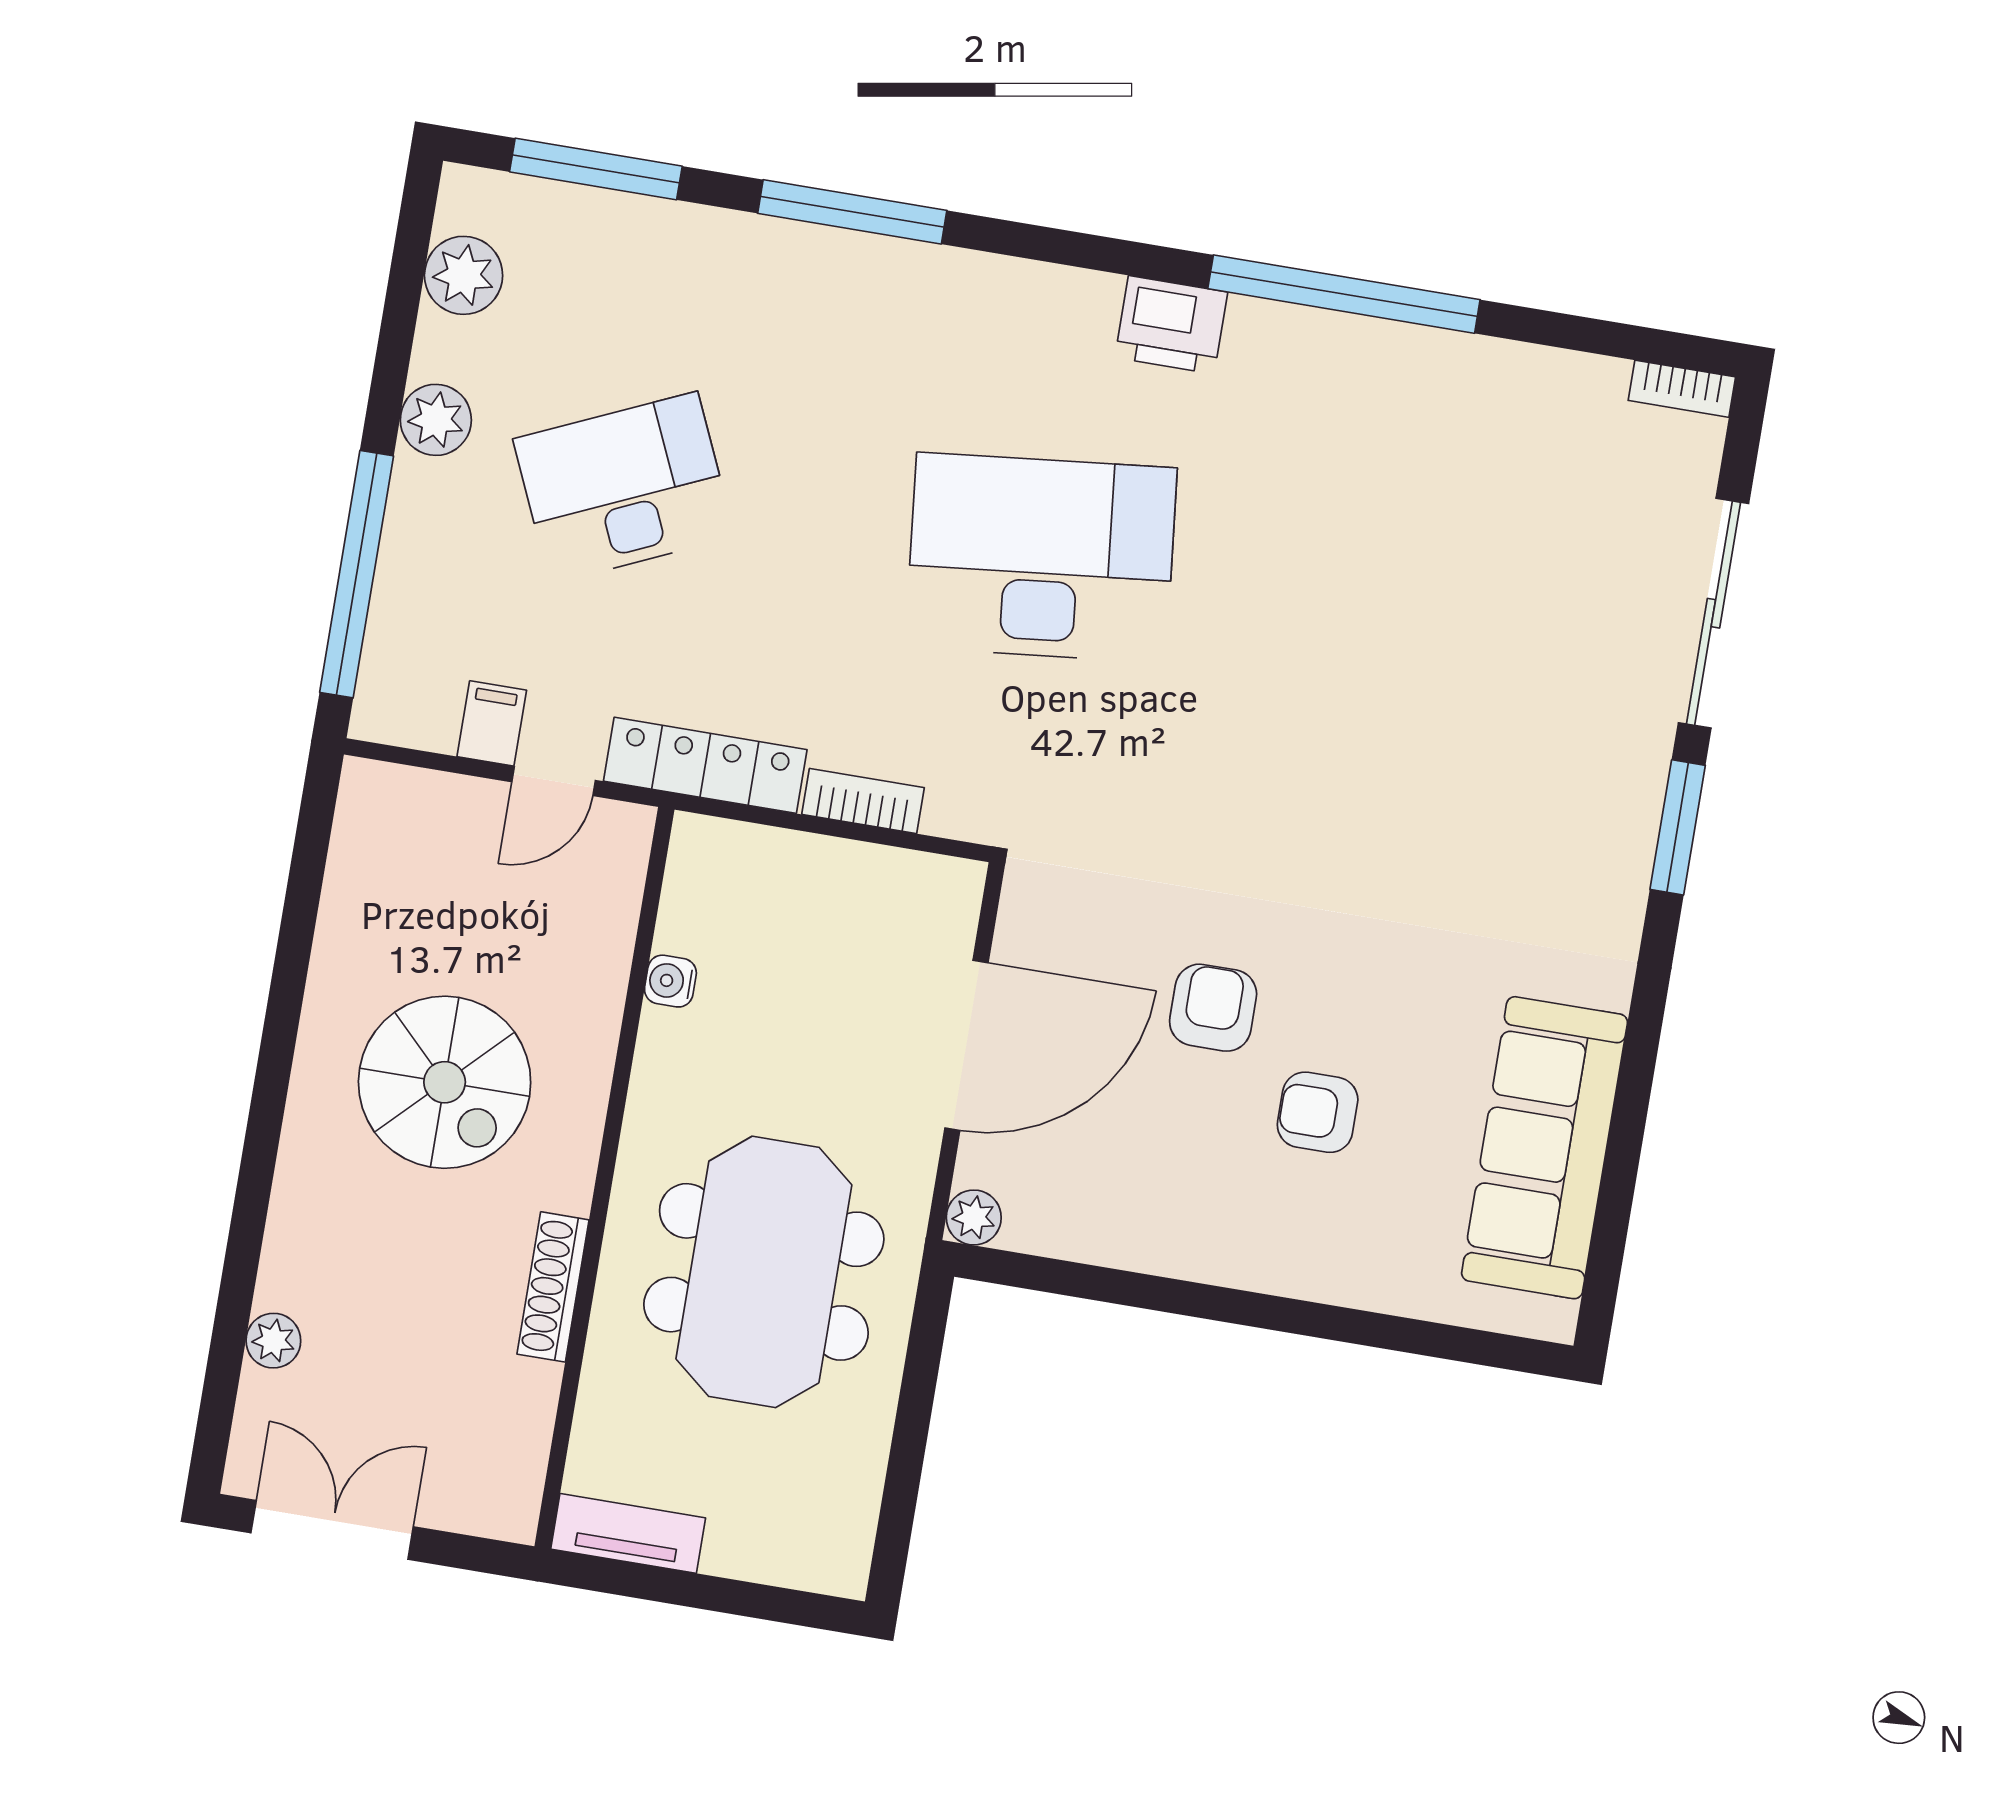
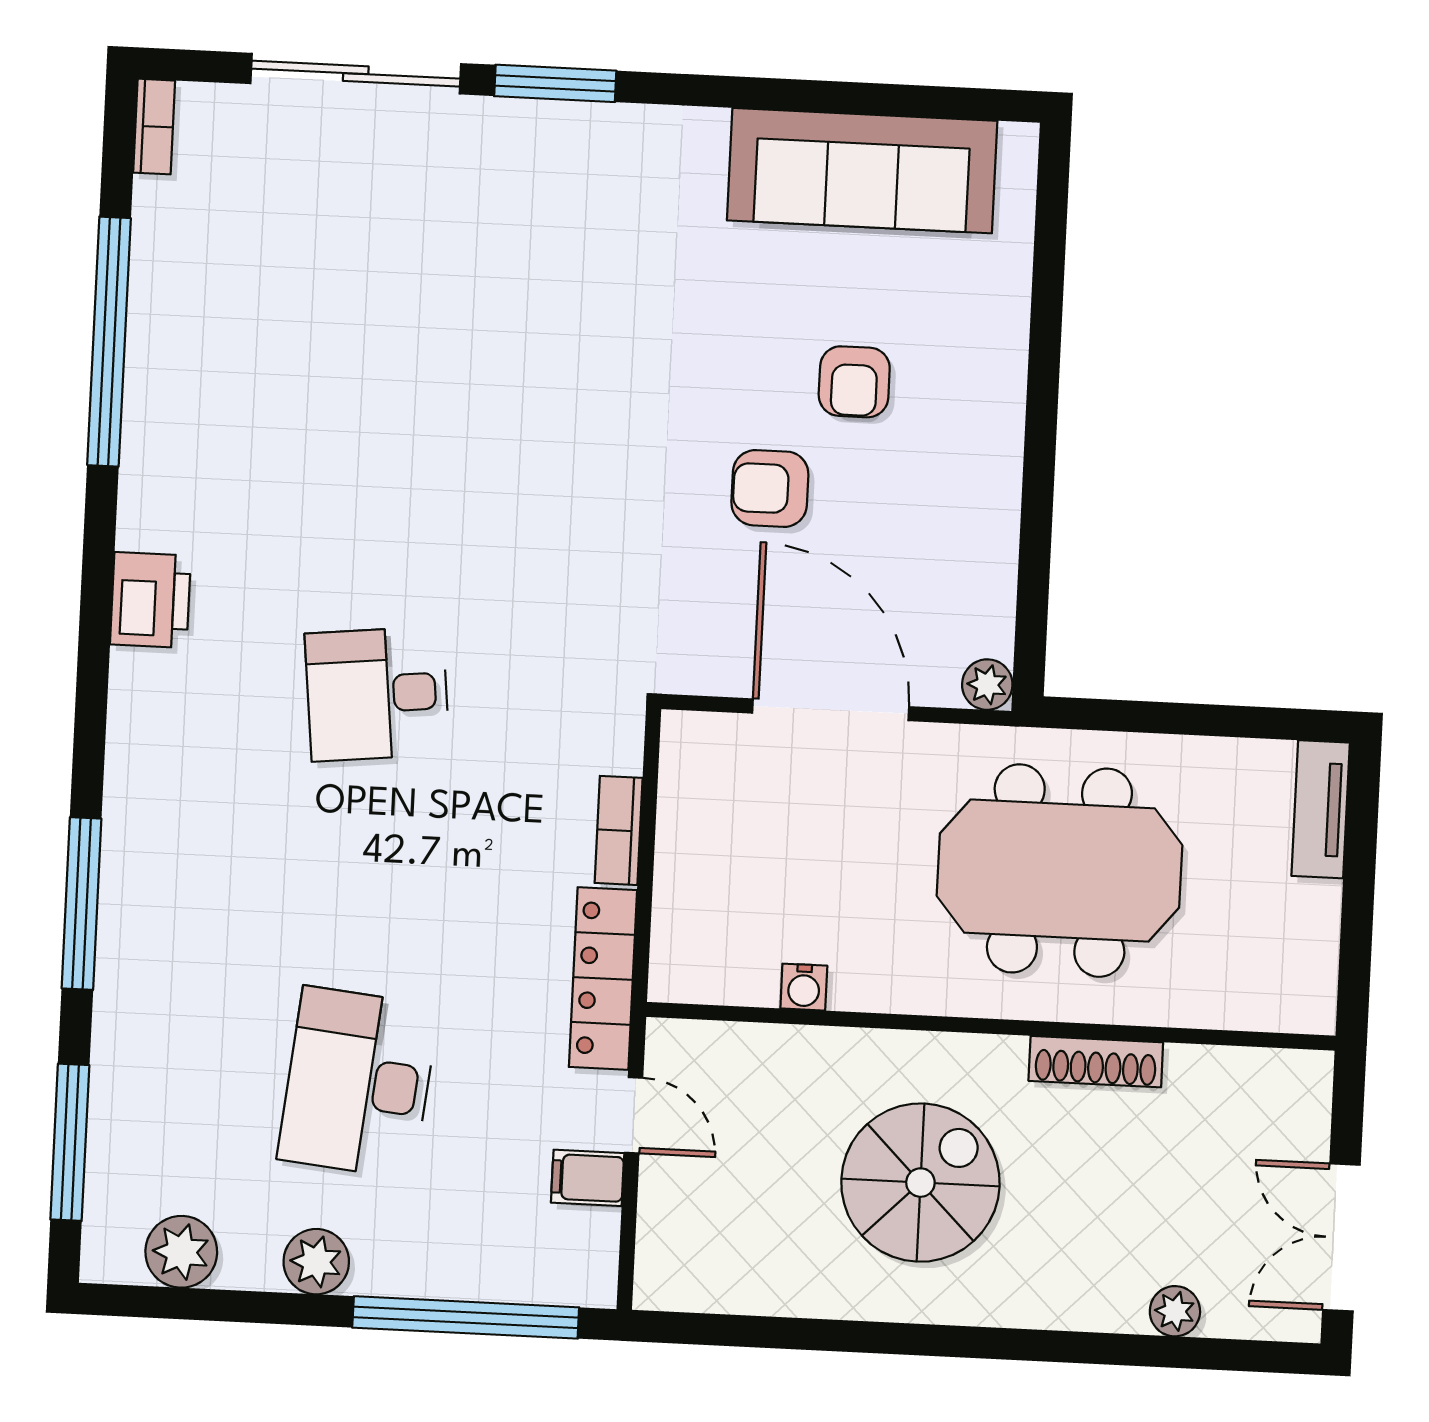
window: (1344, 294) -> (109, 342), moved
desk: (624, 488) -> (358, 1083), turned 30
desk: (1041, 558) -> (377, 694), width x0.53, depth x0.77
tv unit: (628, 1533) -> (1321, 809), moved

